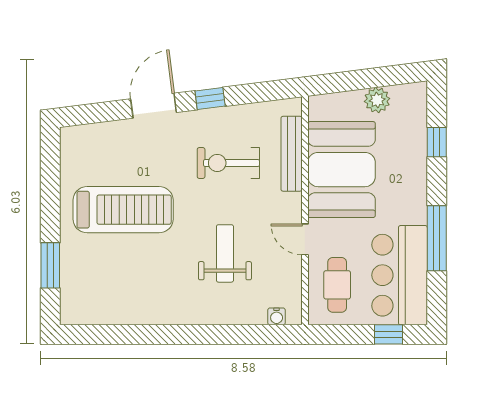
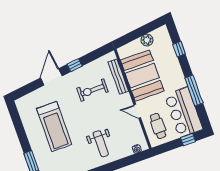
treadmill: (123, 210) -> (54, 126), turned 90
weight bench: (225, 253) -> (101, 144), moved, turned 180

